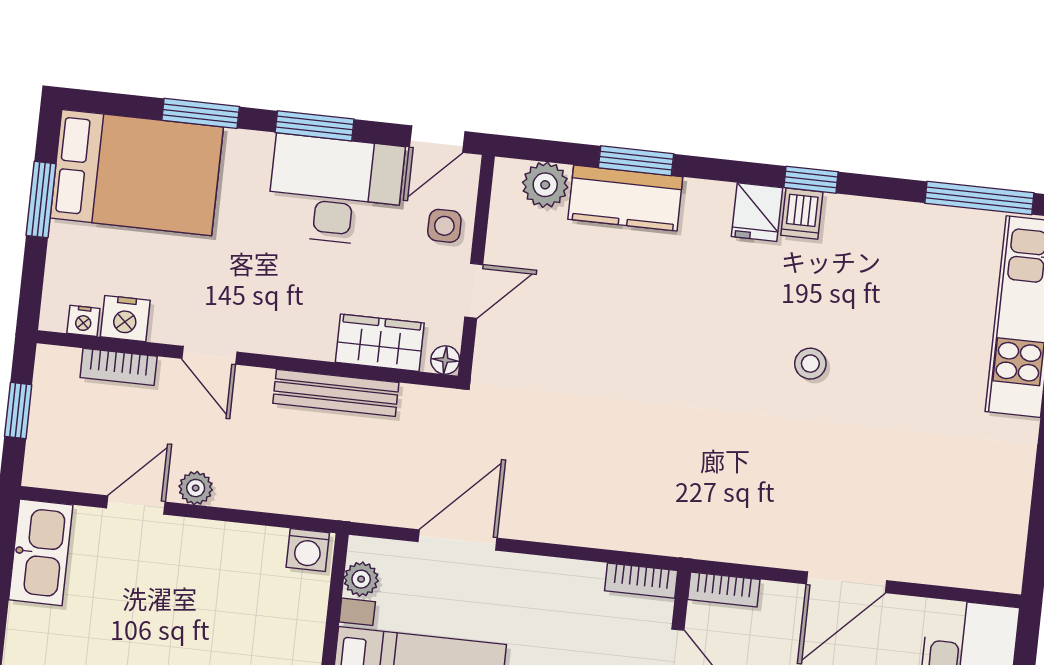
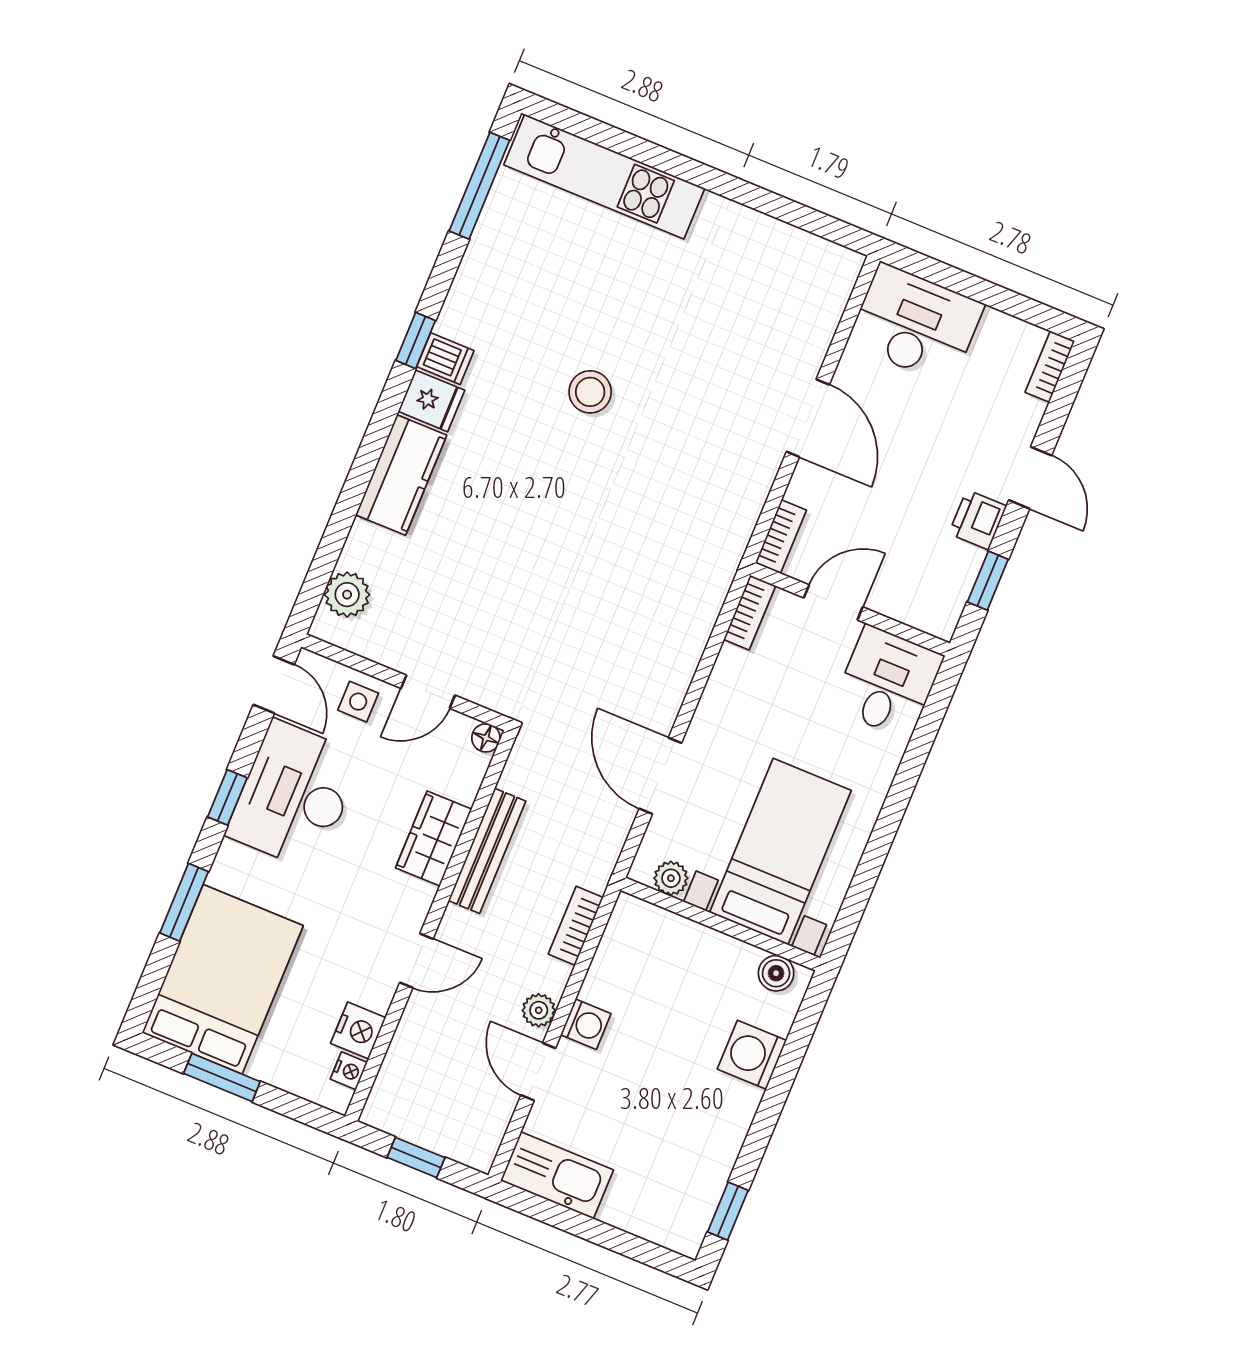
window: (315, 126) -> (227, 797), width x0.67
window: (636, 161) -> (349, 502), removed
kitchen counter: (625, 198) -> (401, 475), moved
door: (474, 291) -> (428, 692), swing flipped
wardrobe: (380, 343) -> (434, 839), moved
stool: (810, 364) -> (590, 392), width x1.37, depth x1.37
bookcase: (119, 367) -> (576, 926), moved, turned 180
washing machine: (308, 550) -> (586, 1024), moved

